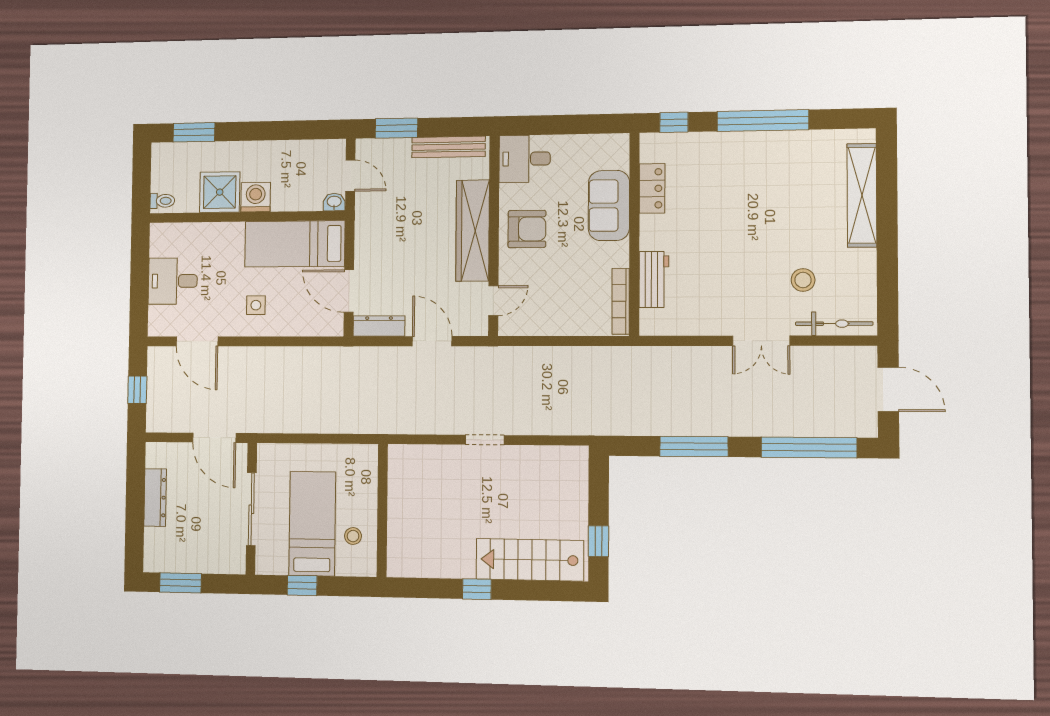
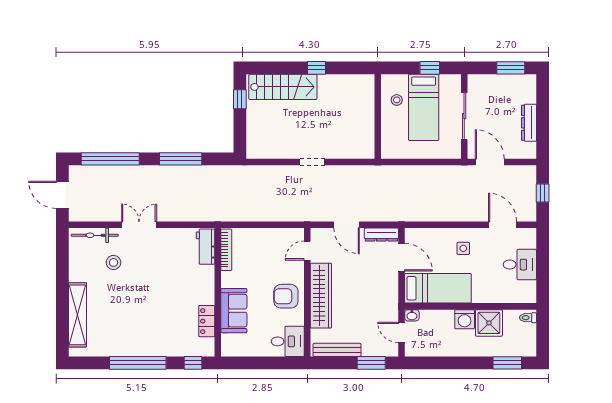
workbench: (654, 279) -> (206, 247), moved

